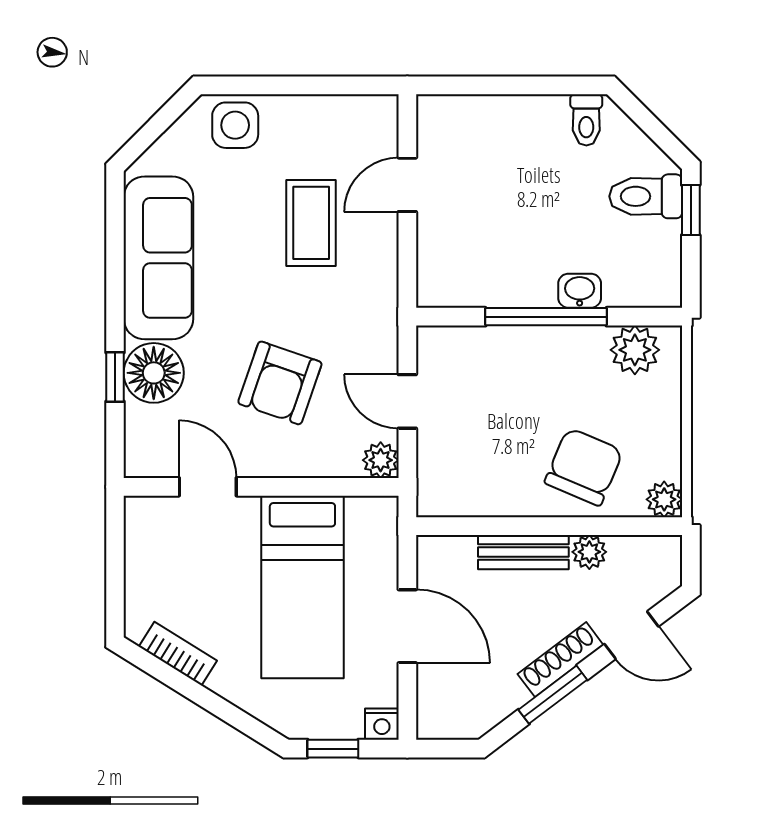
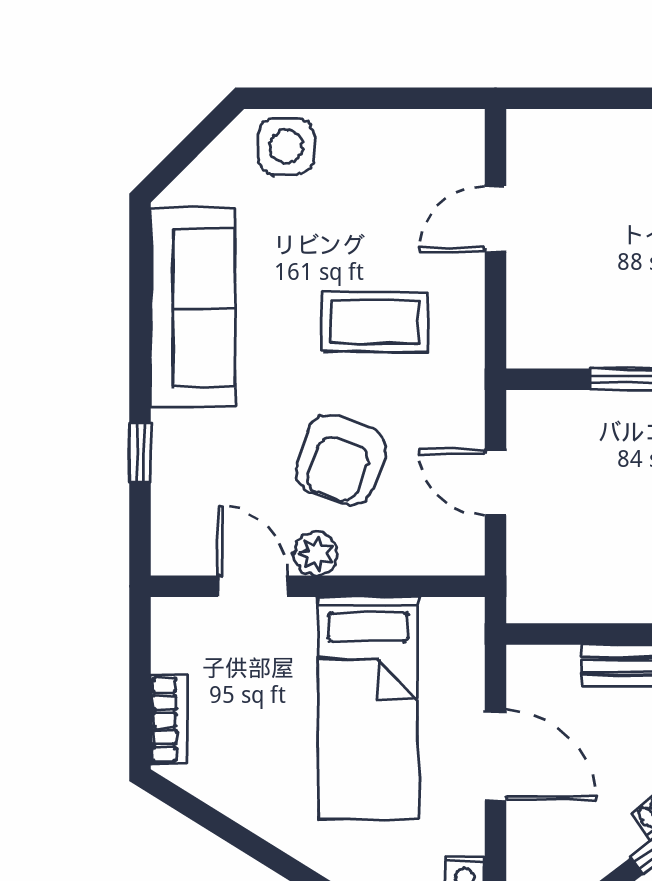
coffee table: (311, 223) -> (375, 322), moved, turned 90
floor lamp: (154, 373) -> (187, 448), removed
plant: (381, 460) -> (316, 554), moved
bookcase: (178, 654) -> (169, 720), moved, turned 58

